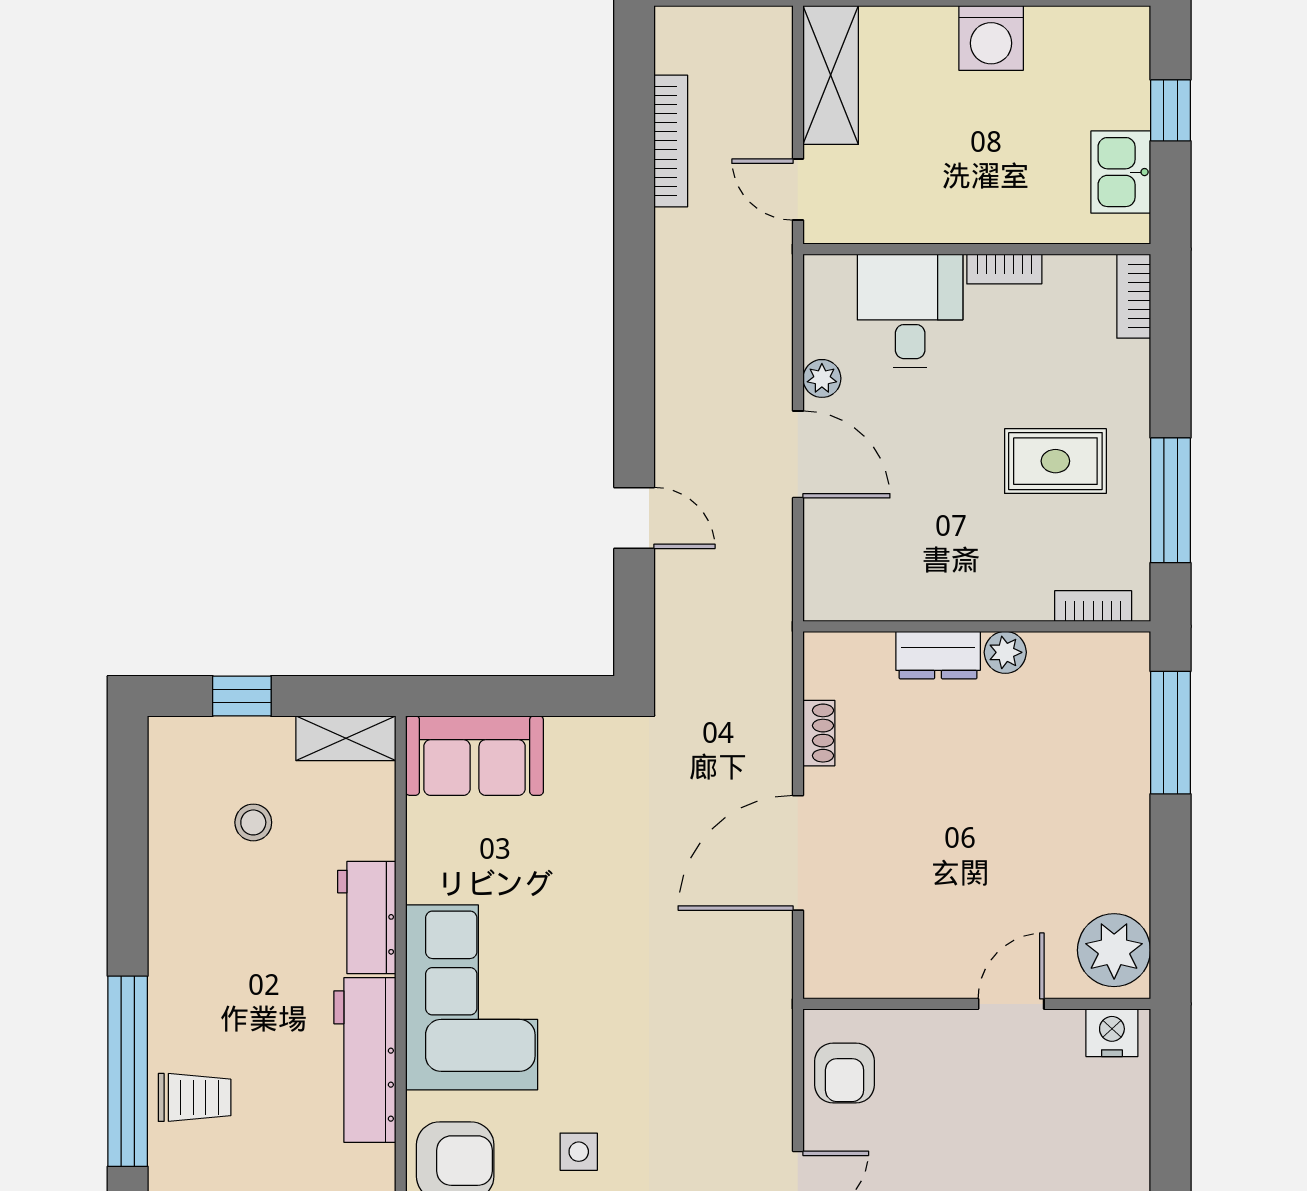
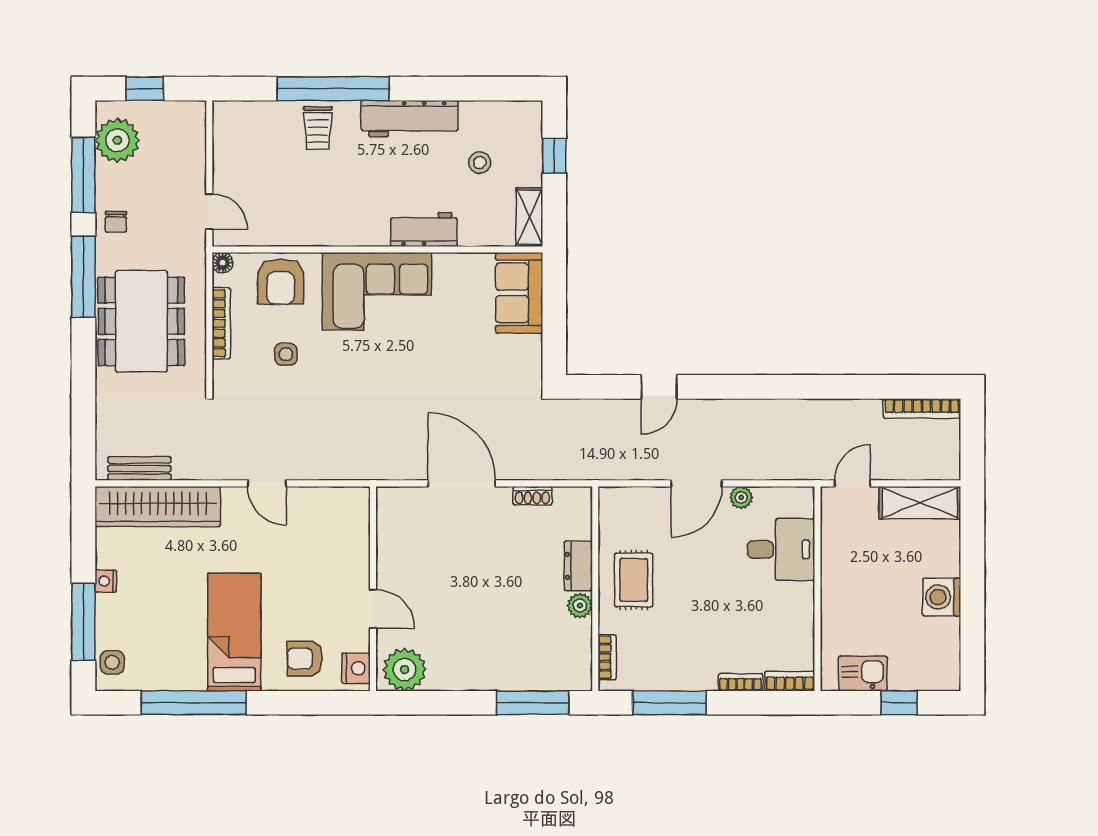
bookcase: (671, 141) -> (922, 408), moved
bookcase: (1004, 269) -> (741, 682), moved, turned 90
rug: (1055, 461) -> (634, 580), moved
workbench: (365, 1060) -> (410, 119), moved, turned 180
armchair: (845, 1073) -> (305, 659), moved

